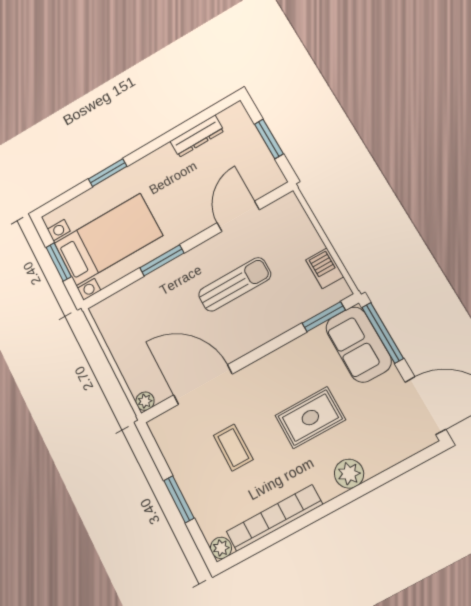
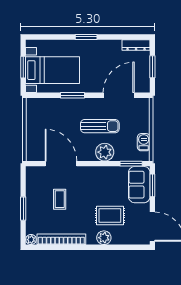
dresser: (197, 136) -> (136, 45), moved
window: (108, 173) -> (86, 37), moved
door: (238, 216) -> (119, 95), width x1.36
window: (383, 333) -> (152, 185), width x0.69
plant: (145, 401) -> (105, 152), moved, width x1.88, depth x1.88
rug: (310, 418) -> (110, 216), moved

